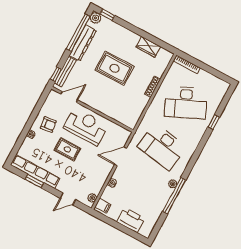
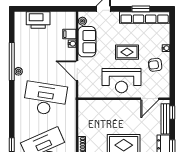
door: (121, 156) -> (77, 71), swing flipped
sofa: (98, 178) -> (87, 42), added
filing cabinet: (103, 206) -> (69, 34), moved

